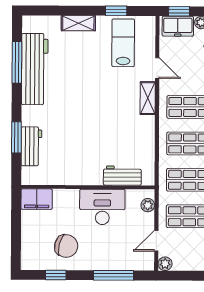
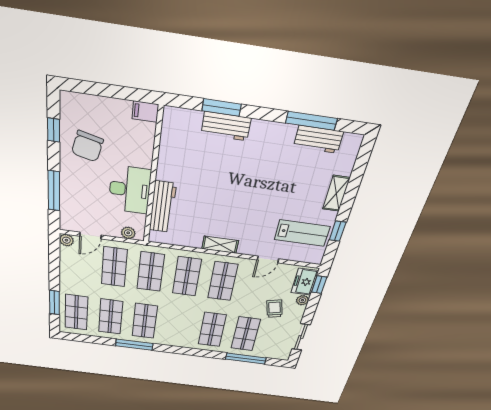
workbench: (35, 69) -> (318, 139), width x0.53, depth x0.76
shelving: (148, 98) -> (220, 245), moved
workbench: (31, 146) -> (226, 126), moved
workbench: (122, 176) -> (163, 207), width x1.38
filing cabinet: (37, 199) -> (145, 112), width x0.50
door: (156, 241) -> (90, 236), swing flipped

